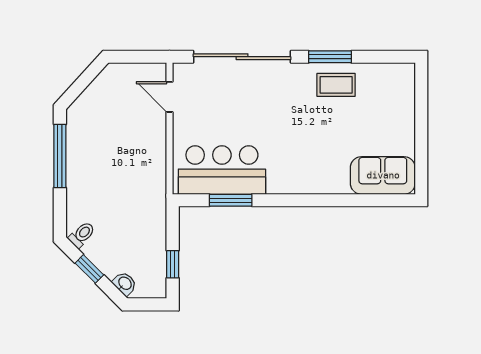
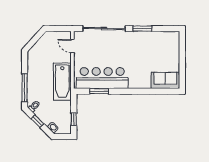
coffee table: (336, 85) -> (145, 41), removed
window: (60, 156) -> (25, 88), moved
bar counter: (222, 170) -> (102, 78), width x1.36
bathtub: (146, 178) -> (62, 82), added

